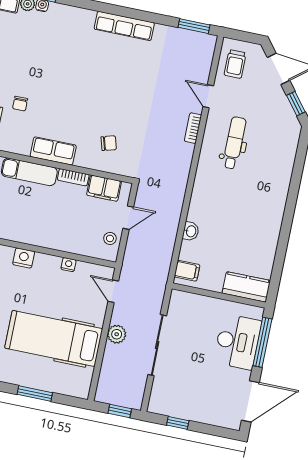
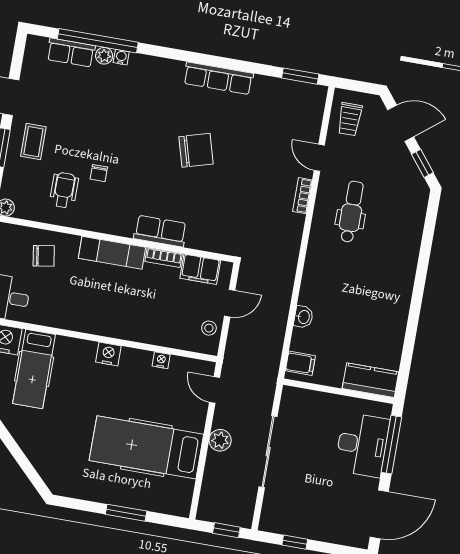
chair: (109, 143) -> (196, 150), moved, width x1.87, depth x1.87
row of seats: (53, 151) -> (160, 231), moved

